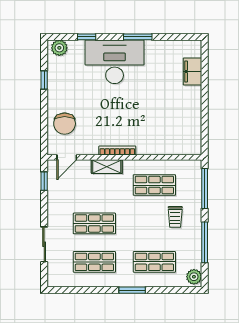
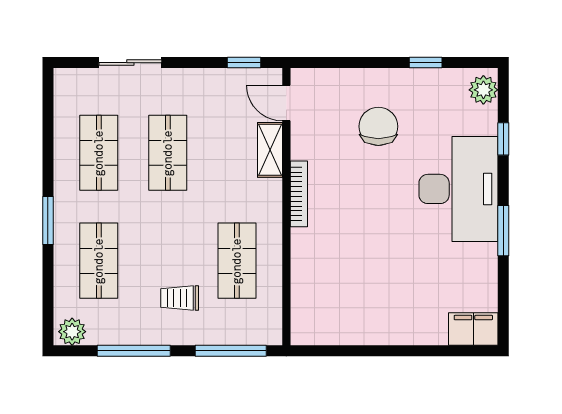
filing cabinet: (192, 71) -> (473, 329), moved
chair: (65, 124) -> (378, 126), moved, turned 90
shelving: (107, 167) -> (270, 150), moved

